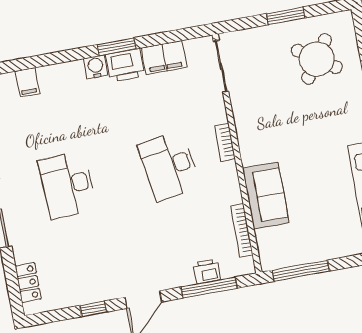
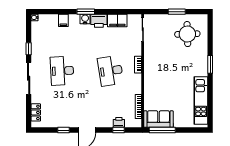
window: (117, 47) -> (86, 12), moved
round table: (317, 59) -> (187, 34), turned -36
filing cabinet: (27, 82) -> (63, 20), moved
sofa: (266, 196) -> (159, 119), moved, turned -90
window: (209, 288) -> (119, 130), width x0.46

